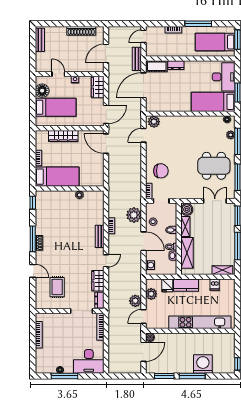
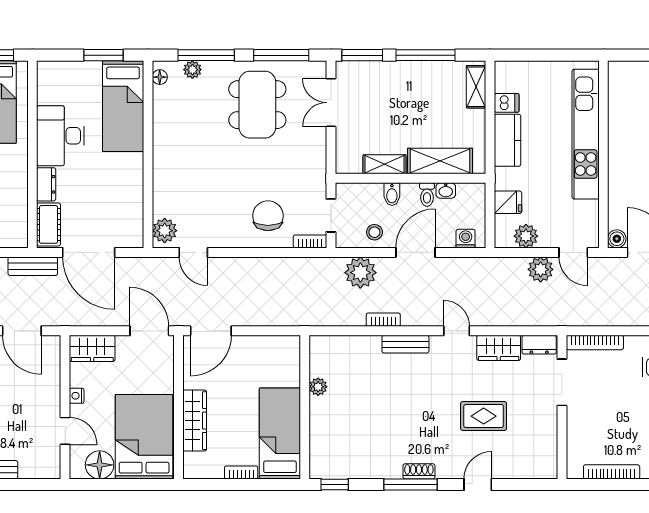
door: (58, 74) -> (65, 431), swing flipped
desk: (224, 77) -> (60, 136), moved, turned -90
bed: (56, 107) -> (144, 437), width x1.50
boiler: (187, 209) -> (349, 161), removed
kitchen counter: (186, 285) -> (507, 140), moved
rug: (57, 287) -> (484, 416), moved

